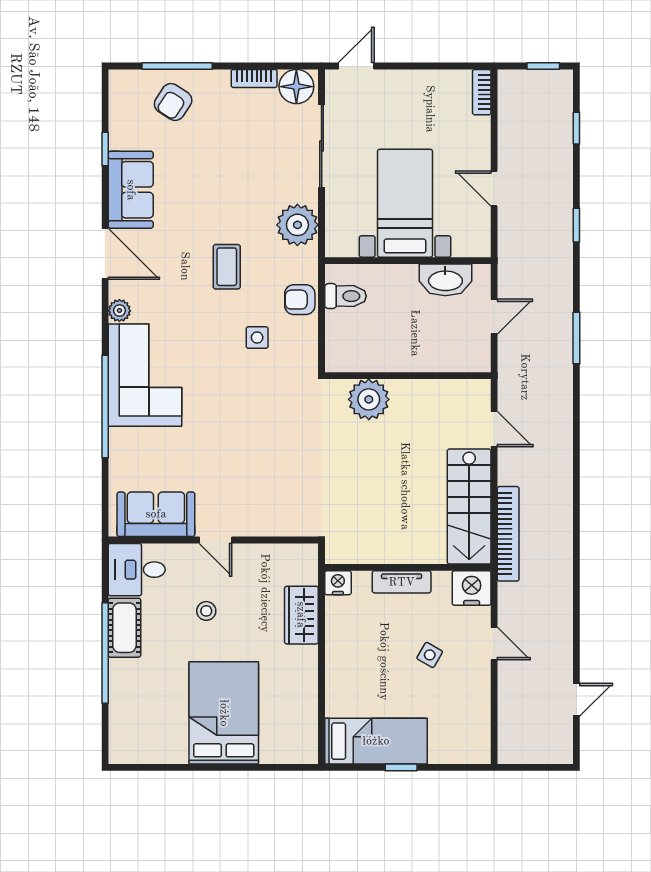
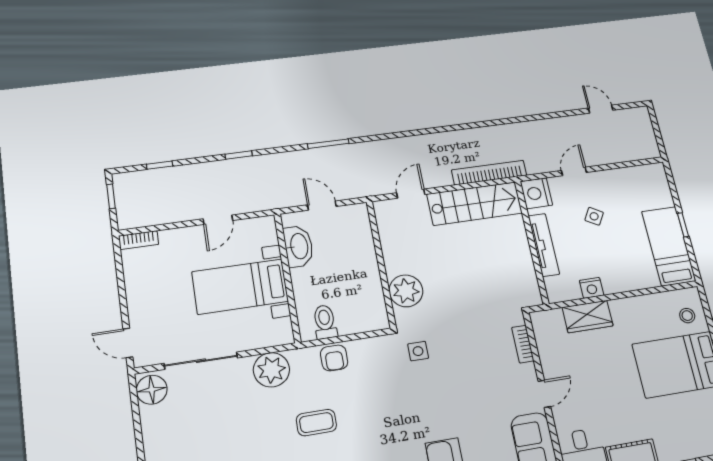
bookcase: (254, 78) -> (523, 344), moved, turned 180
side table: (257, 337) -> (418, 351), moved
tv unit: (402, 582) -> (544, 245), width x1.41
nightstand: (338, 583) -> (592, 288), moved, turned -90
stool: (206, 611) -> (687, 316), moved

